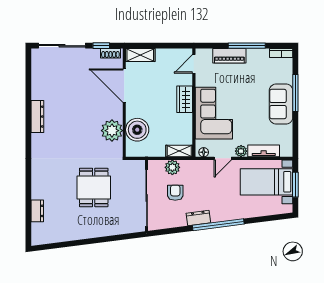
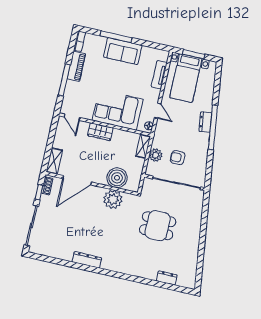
window: (247, 46) -> (64, 80), moved
piano: (229, 56) -> (76, 66), moved
plant: (241, 151) -> (155, 94), removed
dresser: (198, 218) -> (205, 122), moved

